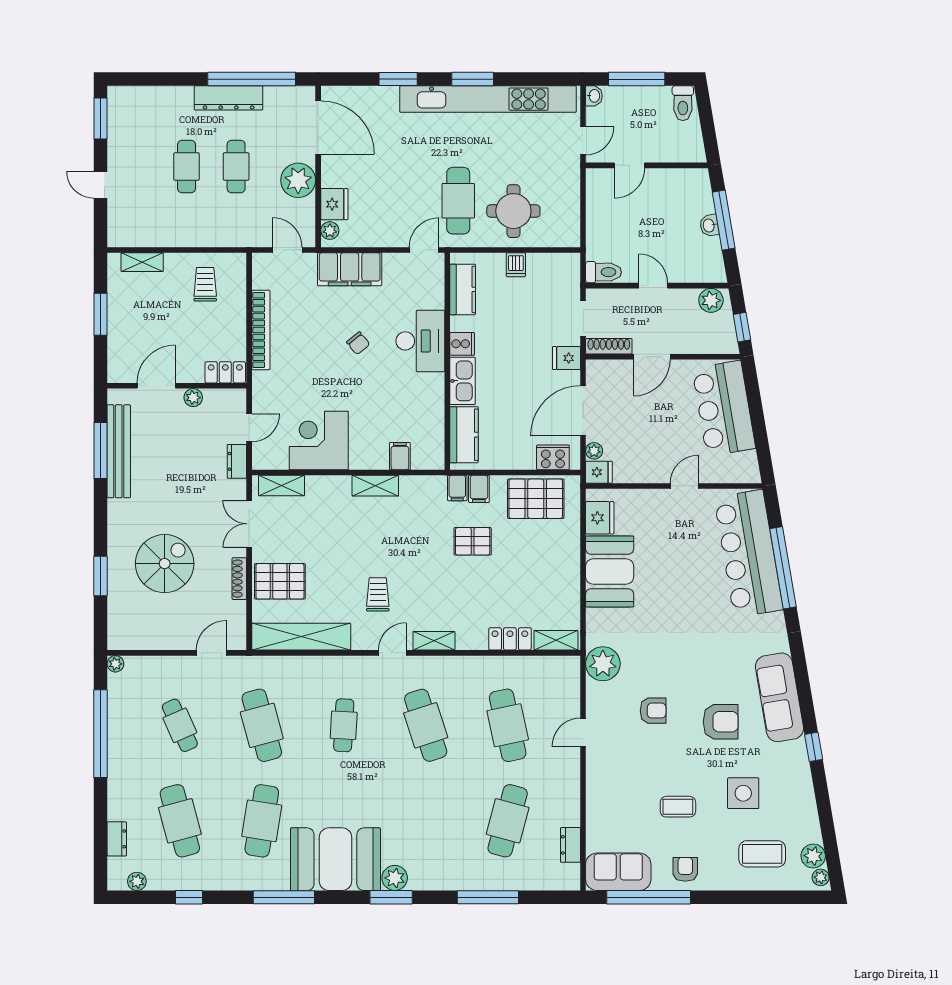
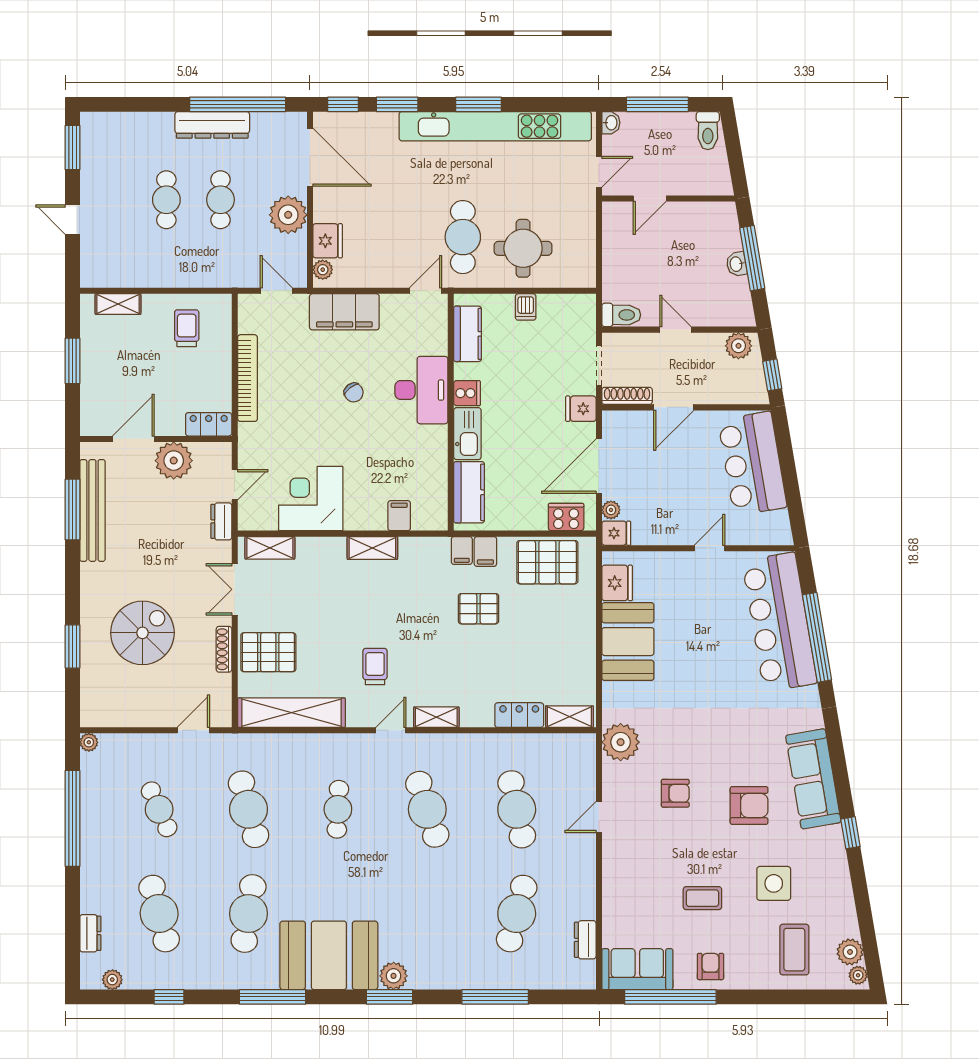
window: (348, 79) -> (343, 104), added
plant: (193, 398) -> (174, 461), width x1.87, depth x1.87
coffee table: (762, 854) -> (794, 950), turned 90

